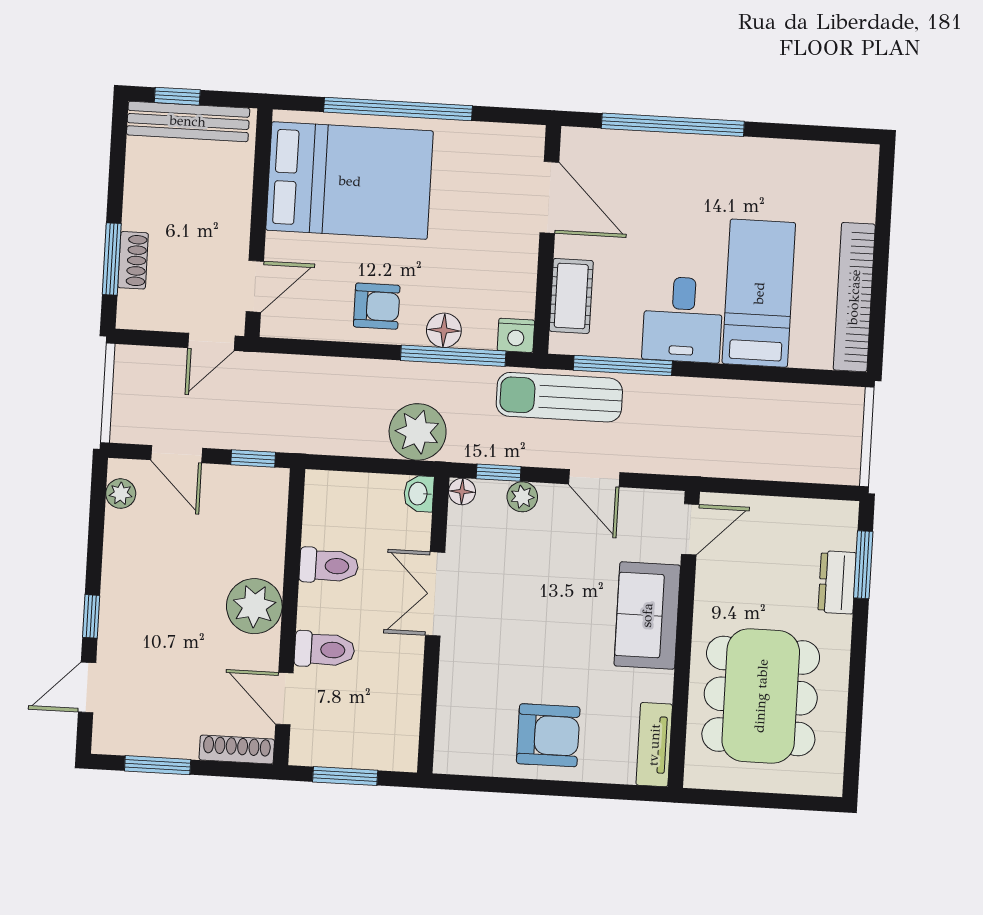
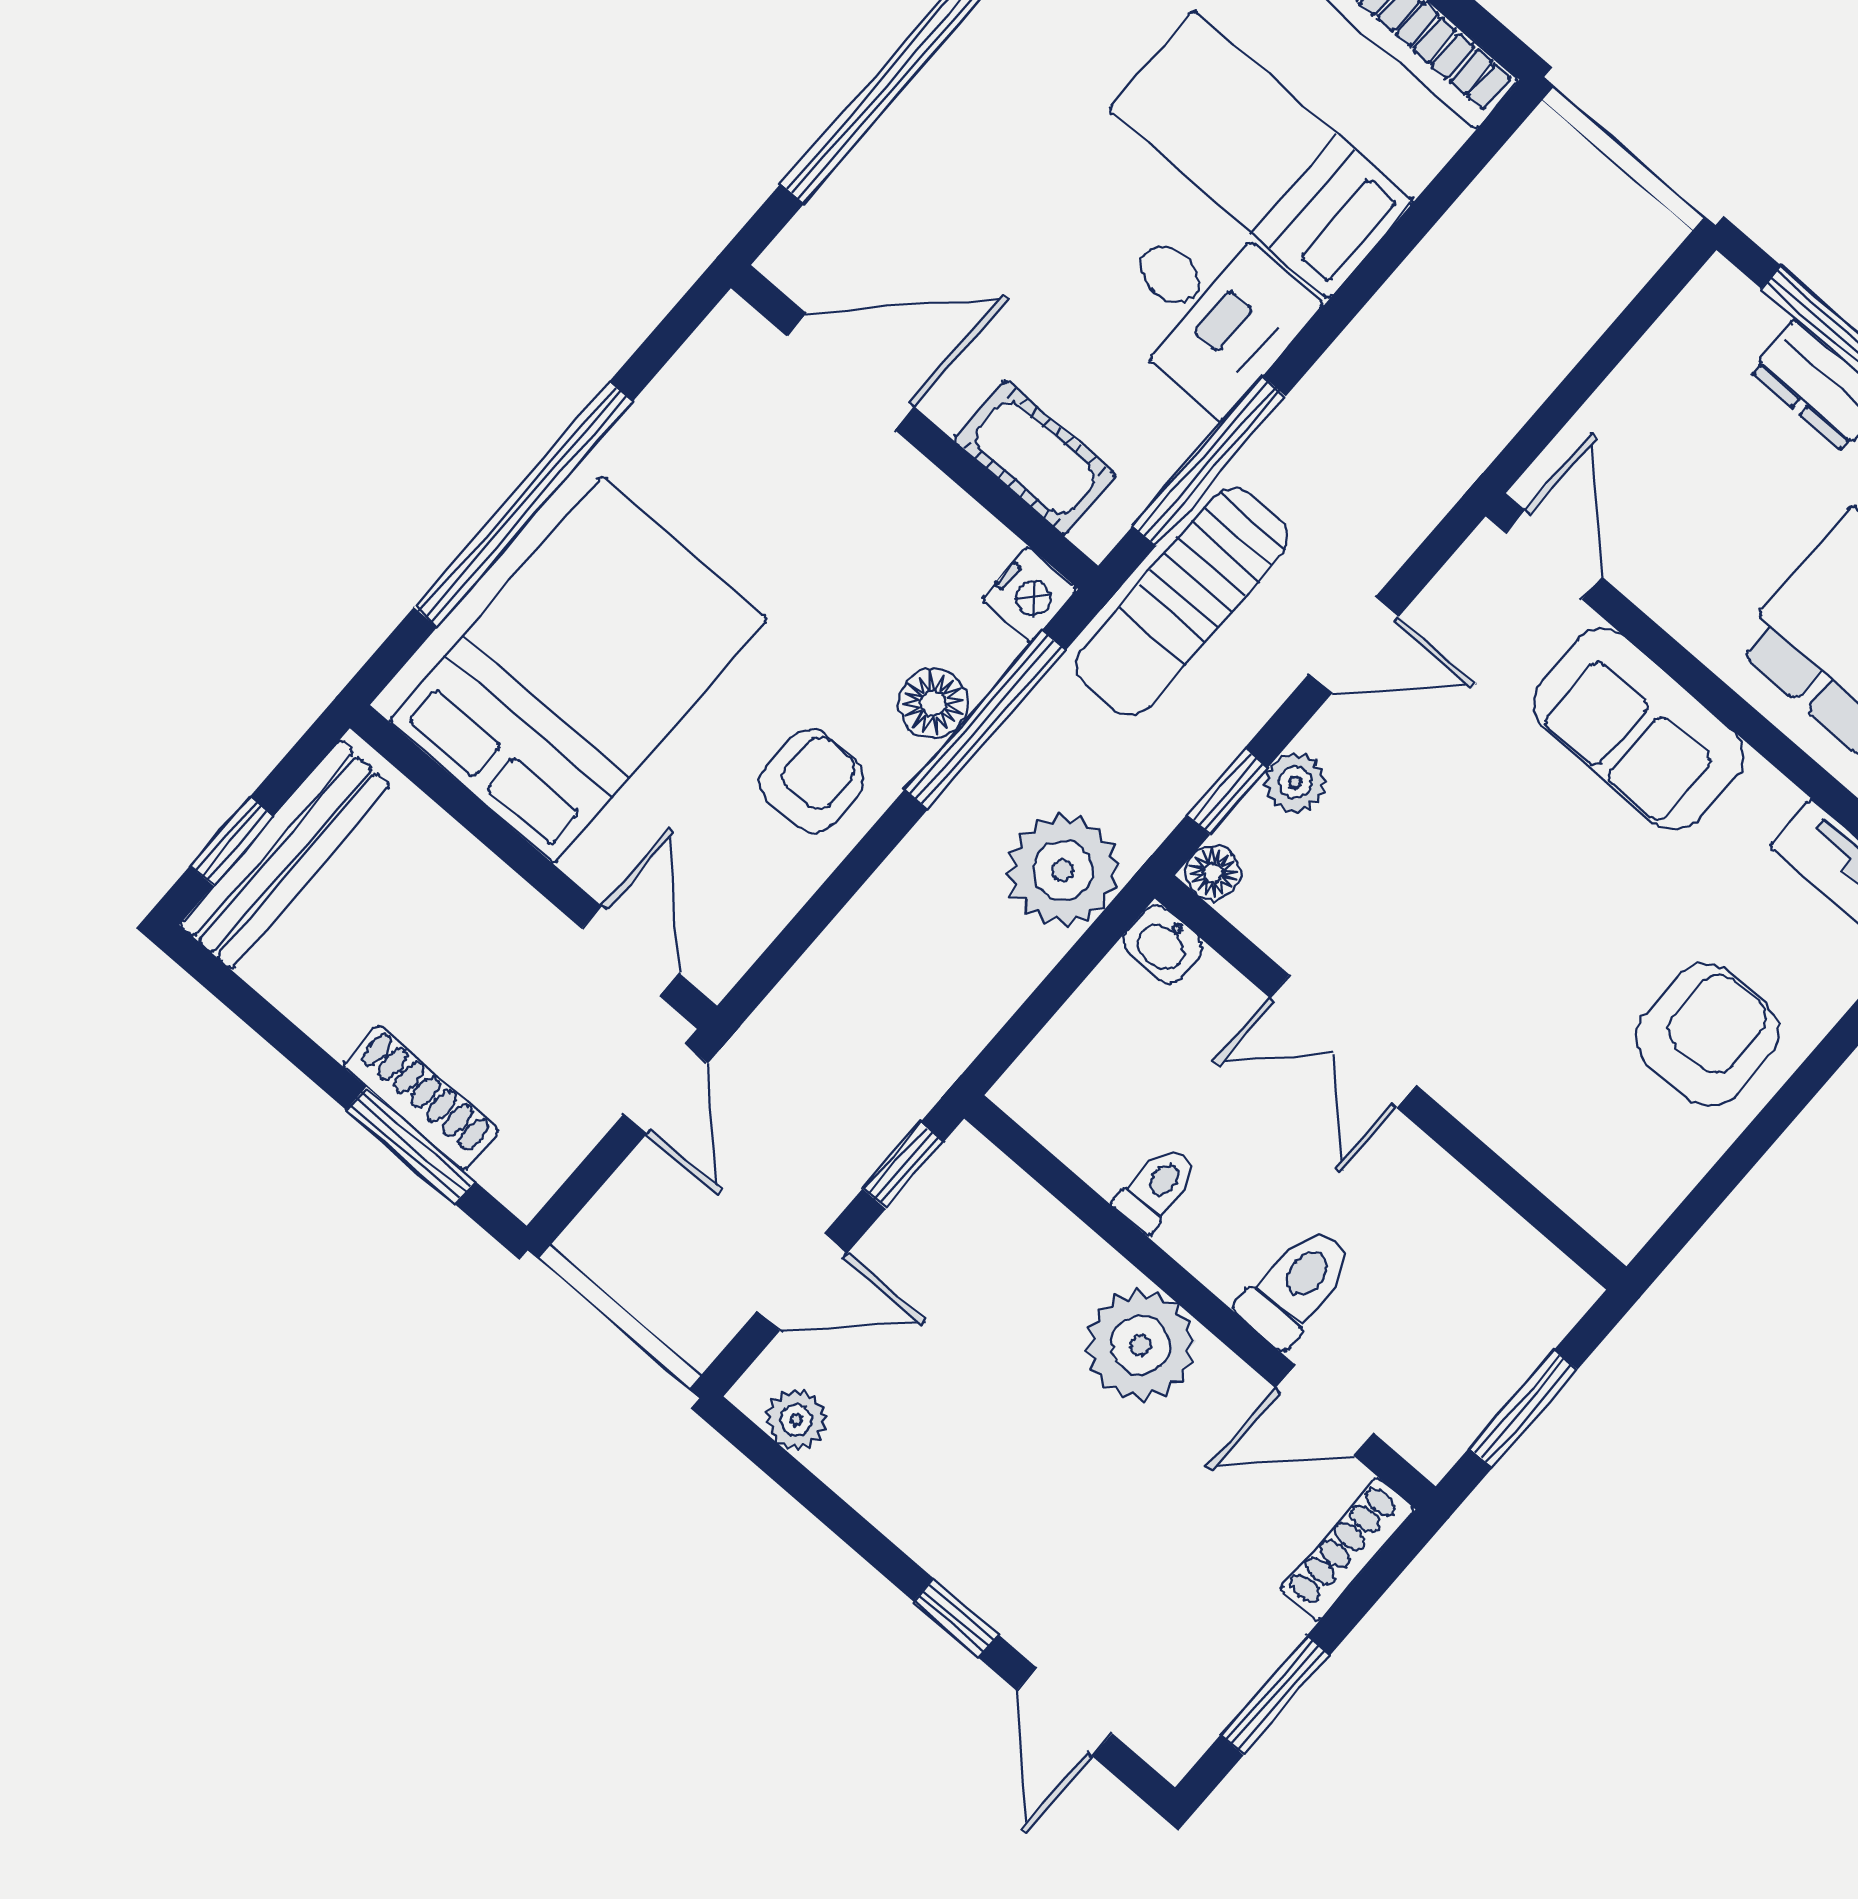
shoe rack: (133, 260) -> (421, 1097), width x1.43
toilet: (329, 566) -> (1157, 1189), width x0.73, depth x0.72

